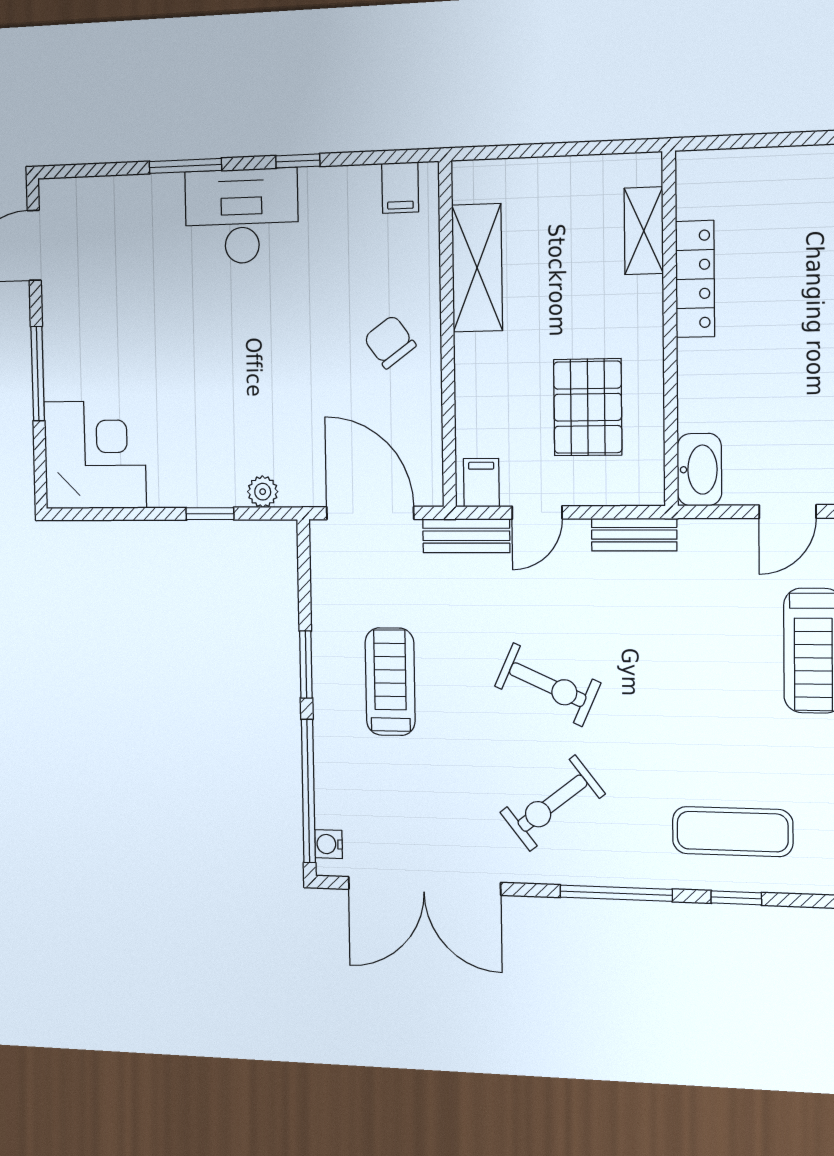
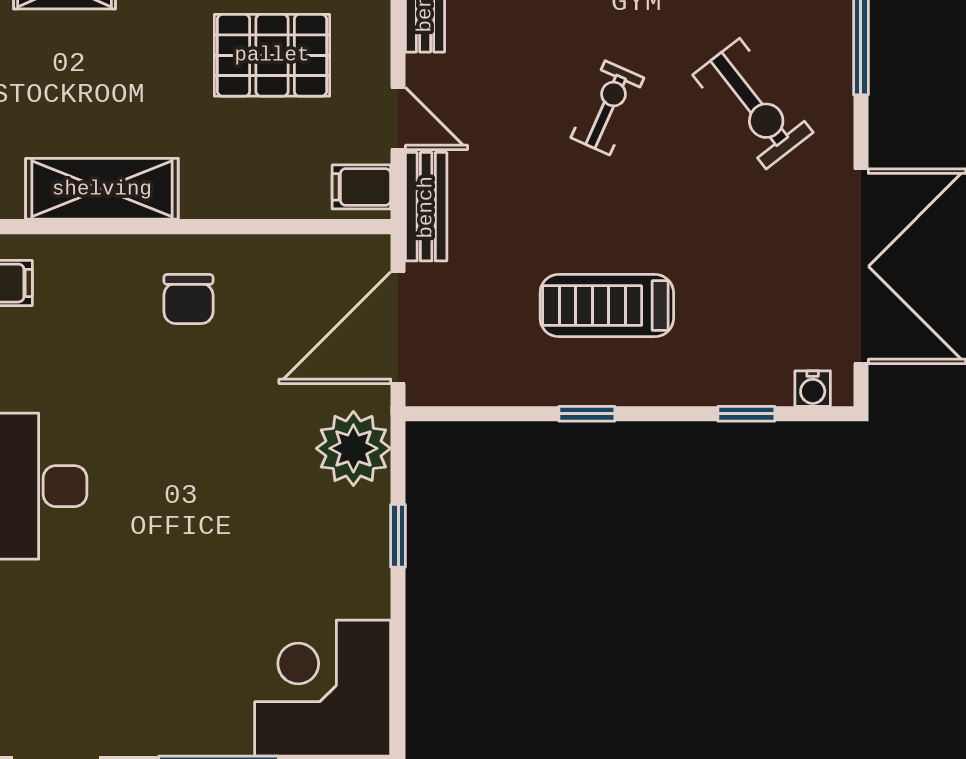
chair: (390, 342) -> (188, 299), turned -54
plant: (263, 492) -> (353, 448), width x1.87, depth x1.87
window: (306, 664) -> (587, 414), width x0.67
exercise bike: (548, 685) -> (607, 108), width x0.73, depth x0.72
window: (308, 791) -> (746, 414), width x0.32

